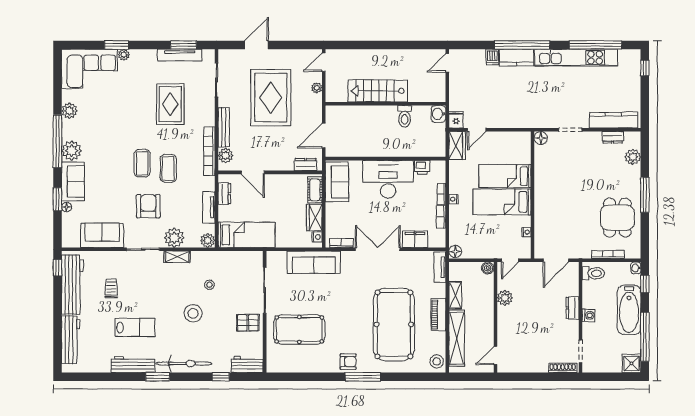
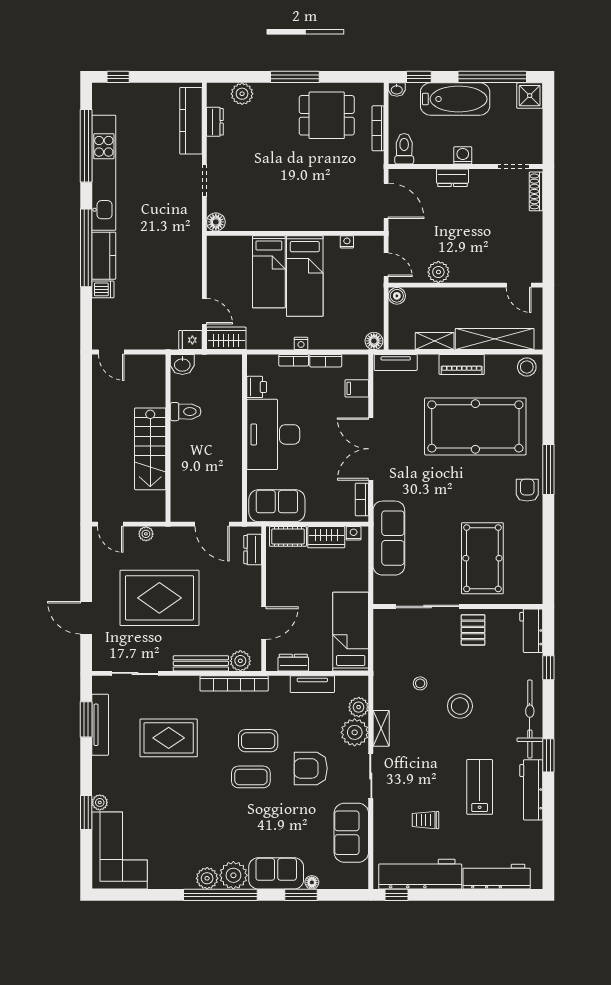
plant: (69, 111) -> (207, 878), moved
filing cabinet: (415, 239) -> (357, 388), width x0.50
plant: (208, 240) -> (359, 707), moved

